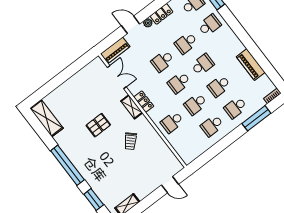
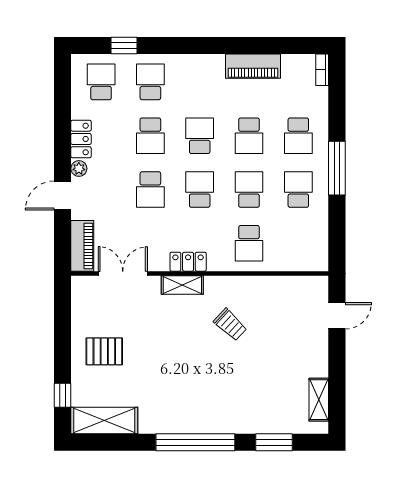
school desk: (179, 83) -> (200, 189), turned 180
window: (43, 92) -> (62, 395), added
school desk: (196, 104) -> (249, 189), turned 180
window: (256, 118) -> (337, 168), moved
pallet: (98, 125) -> (104, 351), moved, turned 90
school desk: (212, 126) -> (298, 189), turned 180

